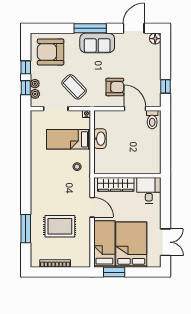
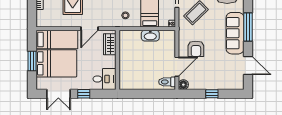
floor lamp: (155, 39) -> (183, 85), moved
sofa: (97, 43) -> (235, 33), width x1.36
window: (165, 86) -> (212, 94), moved
wardrobe: (116, 184) -> (110, 44), width x0.67
window: (165, 214) -> (84, 94), added
window: (114, 272) -> (32, 61), moved

